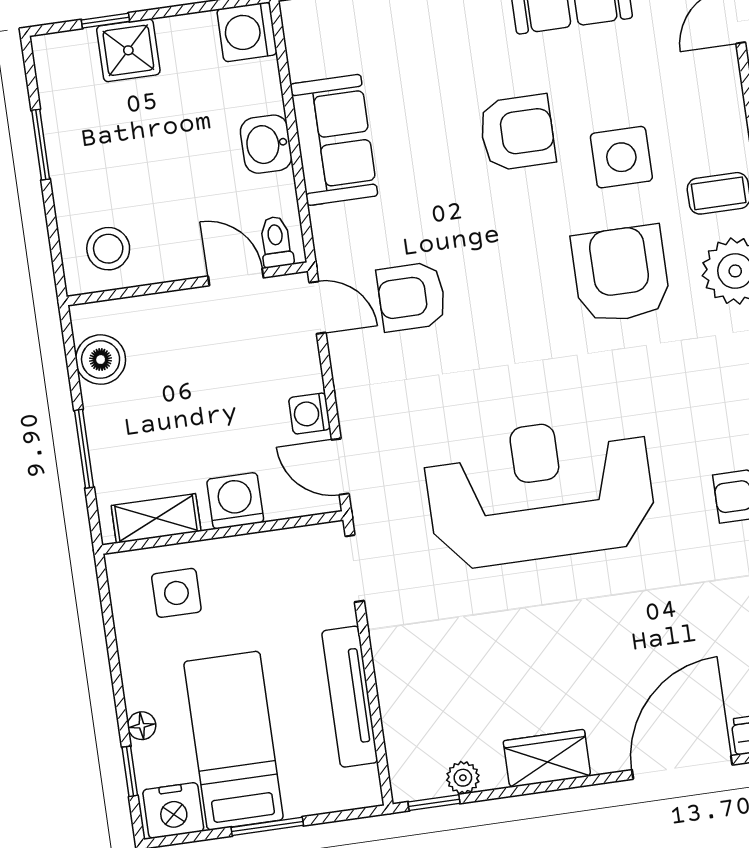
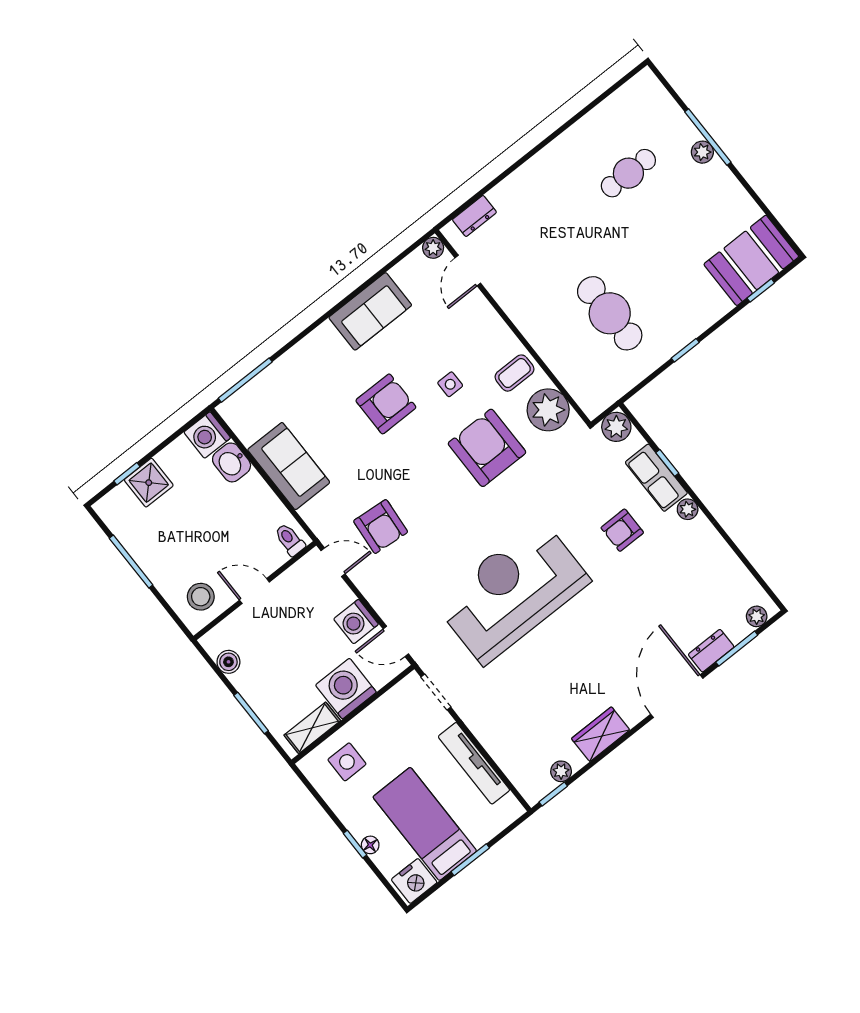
washbasin: (266, 144) -> (232, 462), moved
window: (41, 145) -> (131, 562), width x1.44
side table: (621, 157) -> (450, 384), width x0.54, depth x0.54
door: (236, 277) -> (254, 591), moved
armchair: (412, 297) -> (381, 527), turned -85
boiler: (101, 360) -> (228, 662), width x0.73, depth x0.73
washing machine: (309, 413) -> (356, 622), width x1.38, depth x1.38
washing machine: (235, 501) -> (346, 689), width x1.37, depth x1.37
window: (130, 771) -> (355, 844), moved

